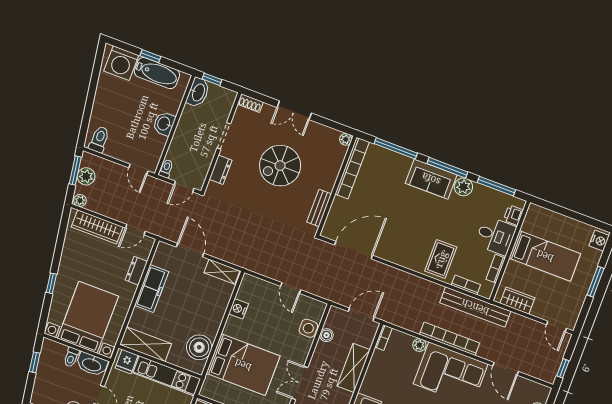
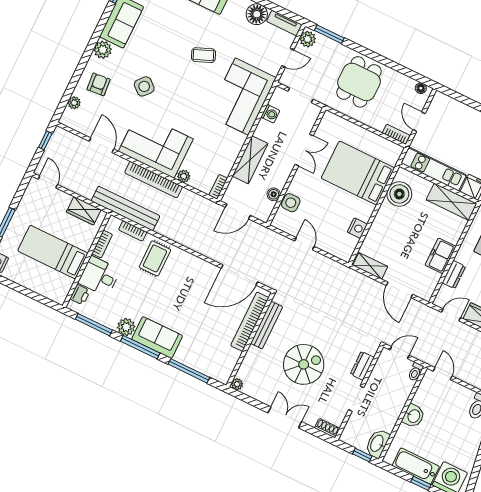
bookcase: (352, 168) -> (250, 322), moved
bench: (319, 208) -> (267, 325), width x1.36
freezer: (152, 289) -> (441, 256), width x0.71

